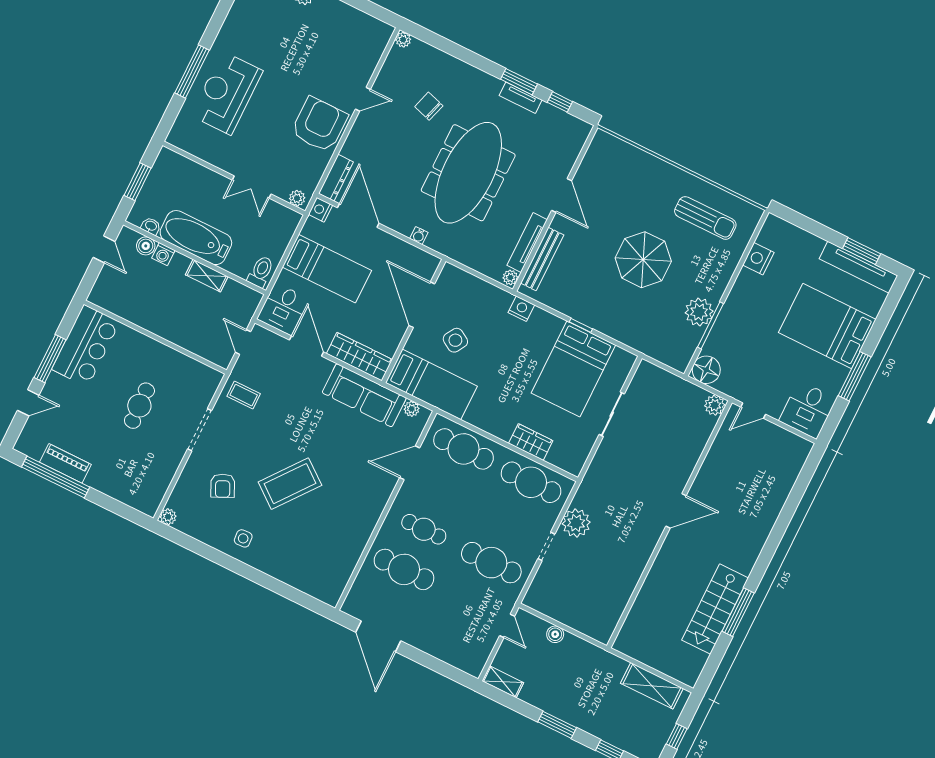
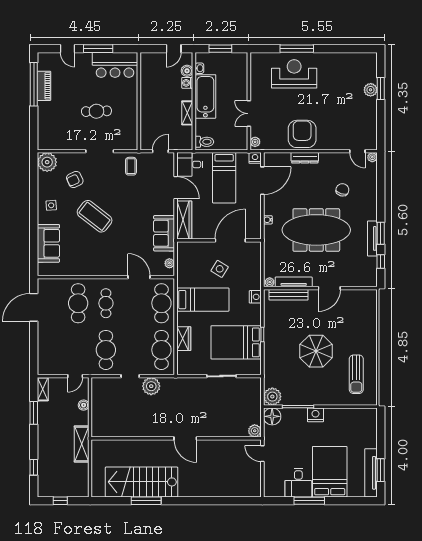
tv unit: (521, 98) -> (372, 238), width x1.41
door: (363, 99) -> (357, 151), moved
armchair: (319, 125) -> (302, 134), turned -90
dresser: (336, 178) -> (305, 158), moved
nightstand: (758, 259) -> (315, 415), moved
plant: (699, 312) -> (272, 397), moved
door: (307, 346) -> (176, 188), hinge flipped
bed: (431, 384) -> (203, 300), moved, turned -90
sofa: (364, 395) -> (164, 233), width x0.73
desk: (808, 410) -> (298, 483), moved, turned -90
plant: (168, 517) -> (47, 162), width x1.87, depth x1.87
sofa: (296, 569) -> (48, 243), added
stairs: (715, 609) -> (142, 482), width x1.36, depth x1.51
shelving: (652, 686) -> (82, 444), moved
window: (557, 725) -> (34, 413), moved

